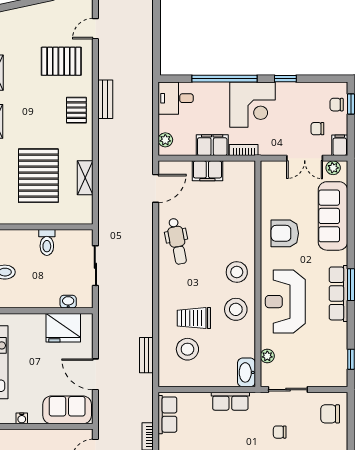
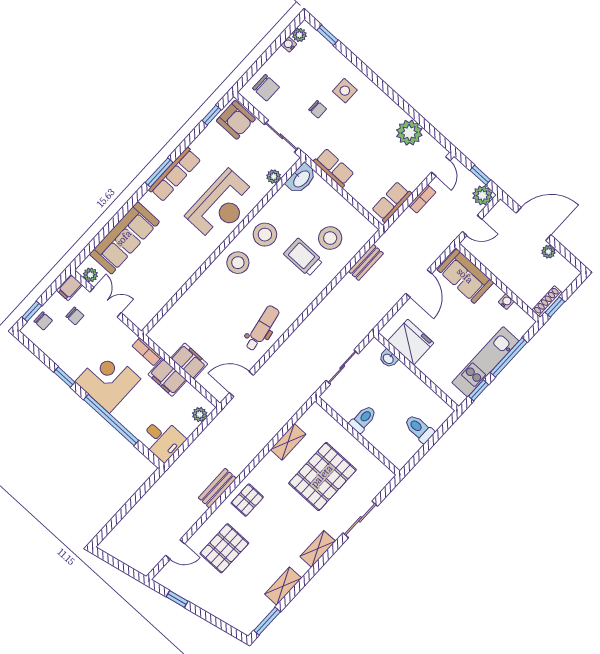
pallet: (61, 61) -> (224, 548), turned 90
armchair: (285, 233) -> (236, 120), moved
trolley: (194, 318) -> (303, 257), turned 180

